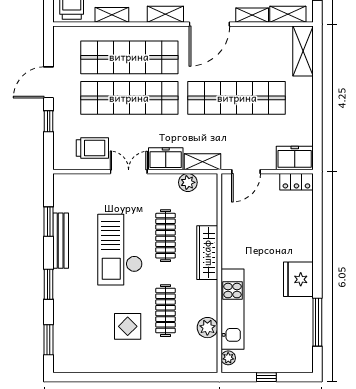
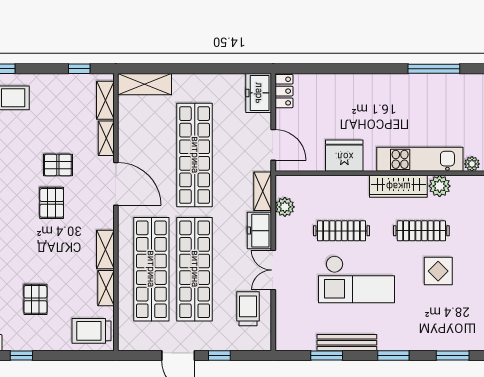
shelving: (165, 14) -> (105, 249), moved
wardrobe: (207, 253) -> (398, 186), moved
fridge: (298, 279) -> (344, 156), moved, turned 180

